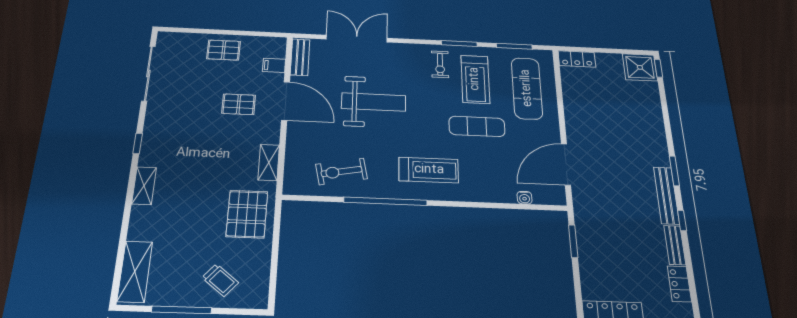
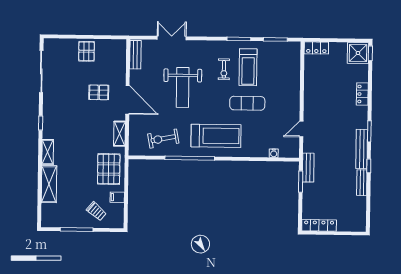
double door: (357, 39) -> (172, 38), width x0.73
pallet: (224, 50) -> (86, 51), turned 90
exercise bike: (440, 64) -> (224, 69), moved
filing cabinet: (274, 65) -> (117, 197), moved
exercise mat: (527, 88) -> (281, 73), removed
door: (286, 101) -> (127, 100), moved
weight bench: (374, 102) -> (183, 87), turned 90
door: (566, 164) -> (301, 129), width x0.53
treadmill: (429, 170) -> (216, 136), width x1.37, depth x1.38
bench: (583, 220) -> (308, 168), added
shelving: (135, 272) -> (49, 184), moved
locker: (679, 284) -> (362, 94), moved

